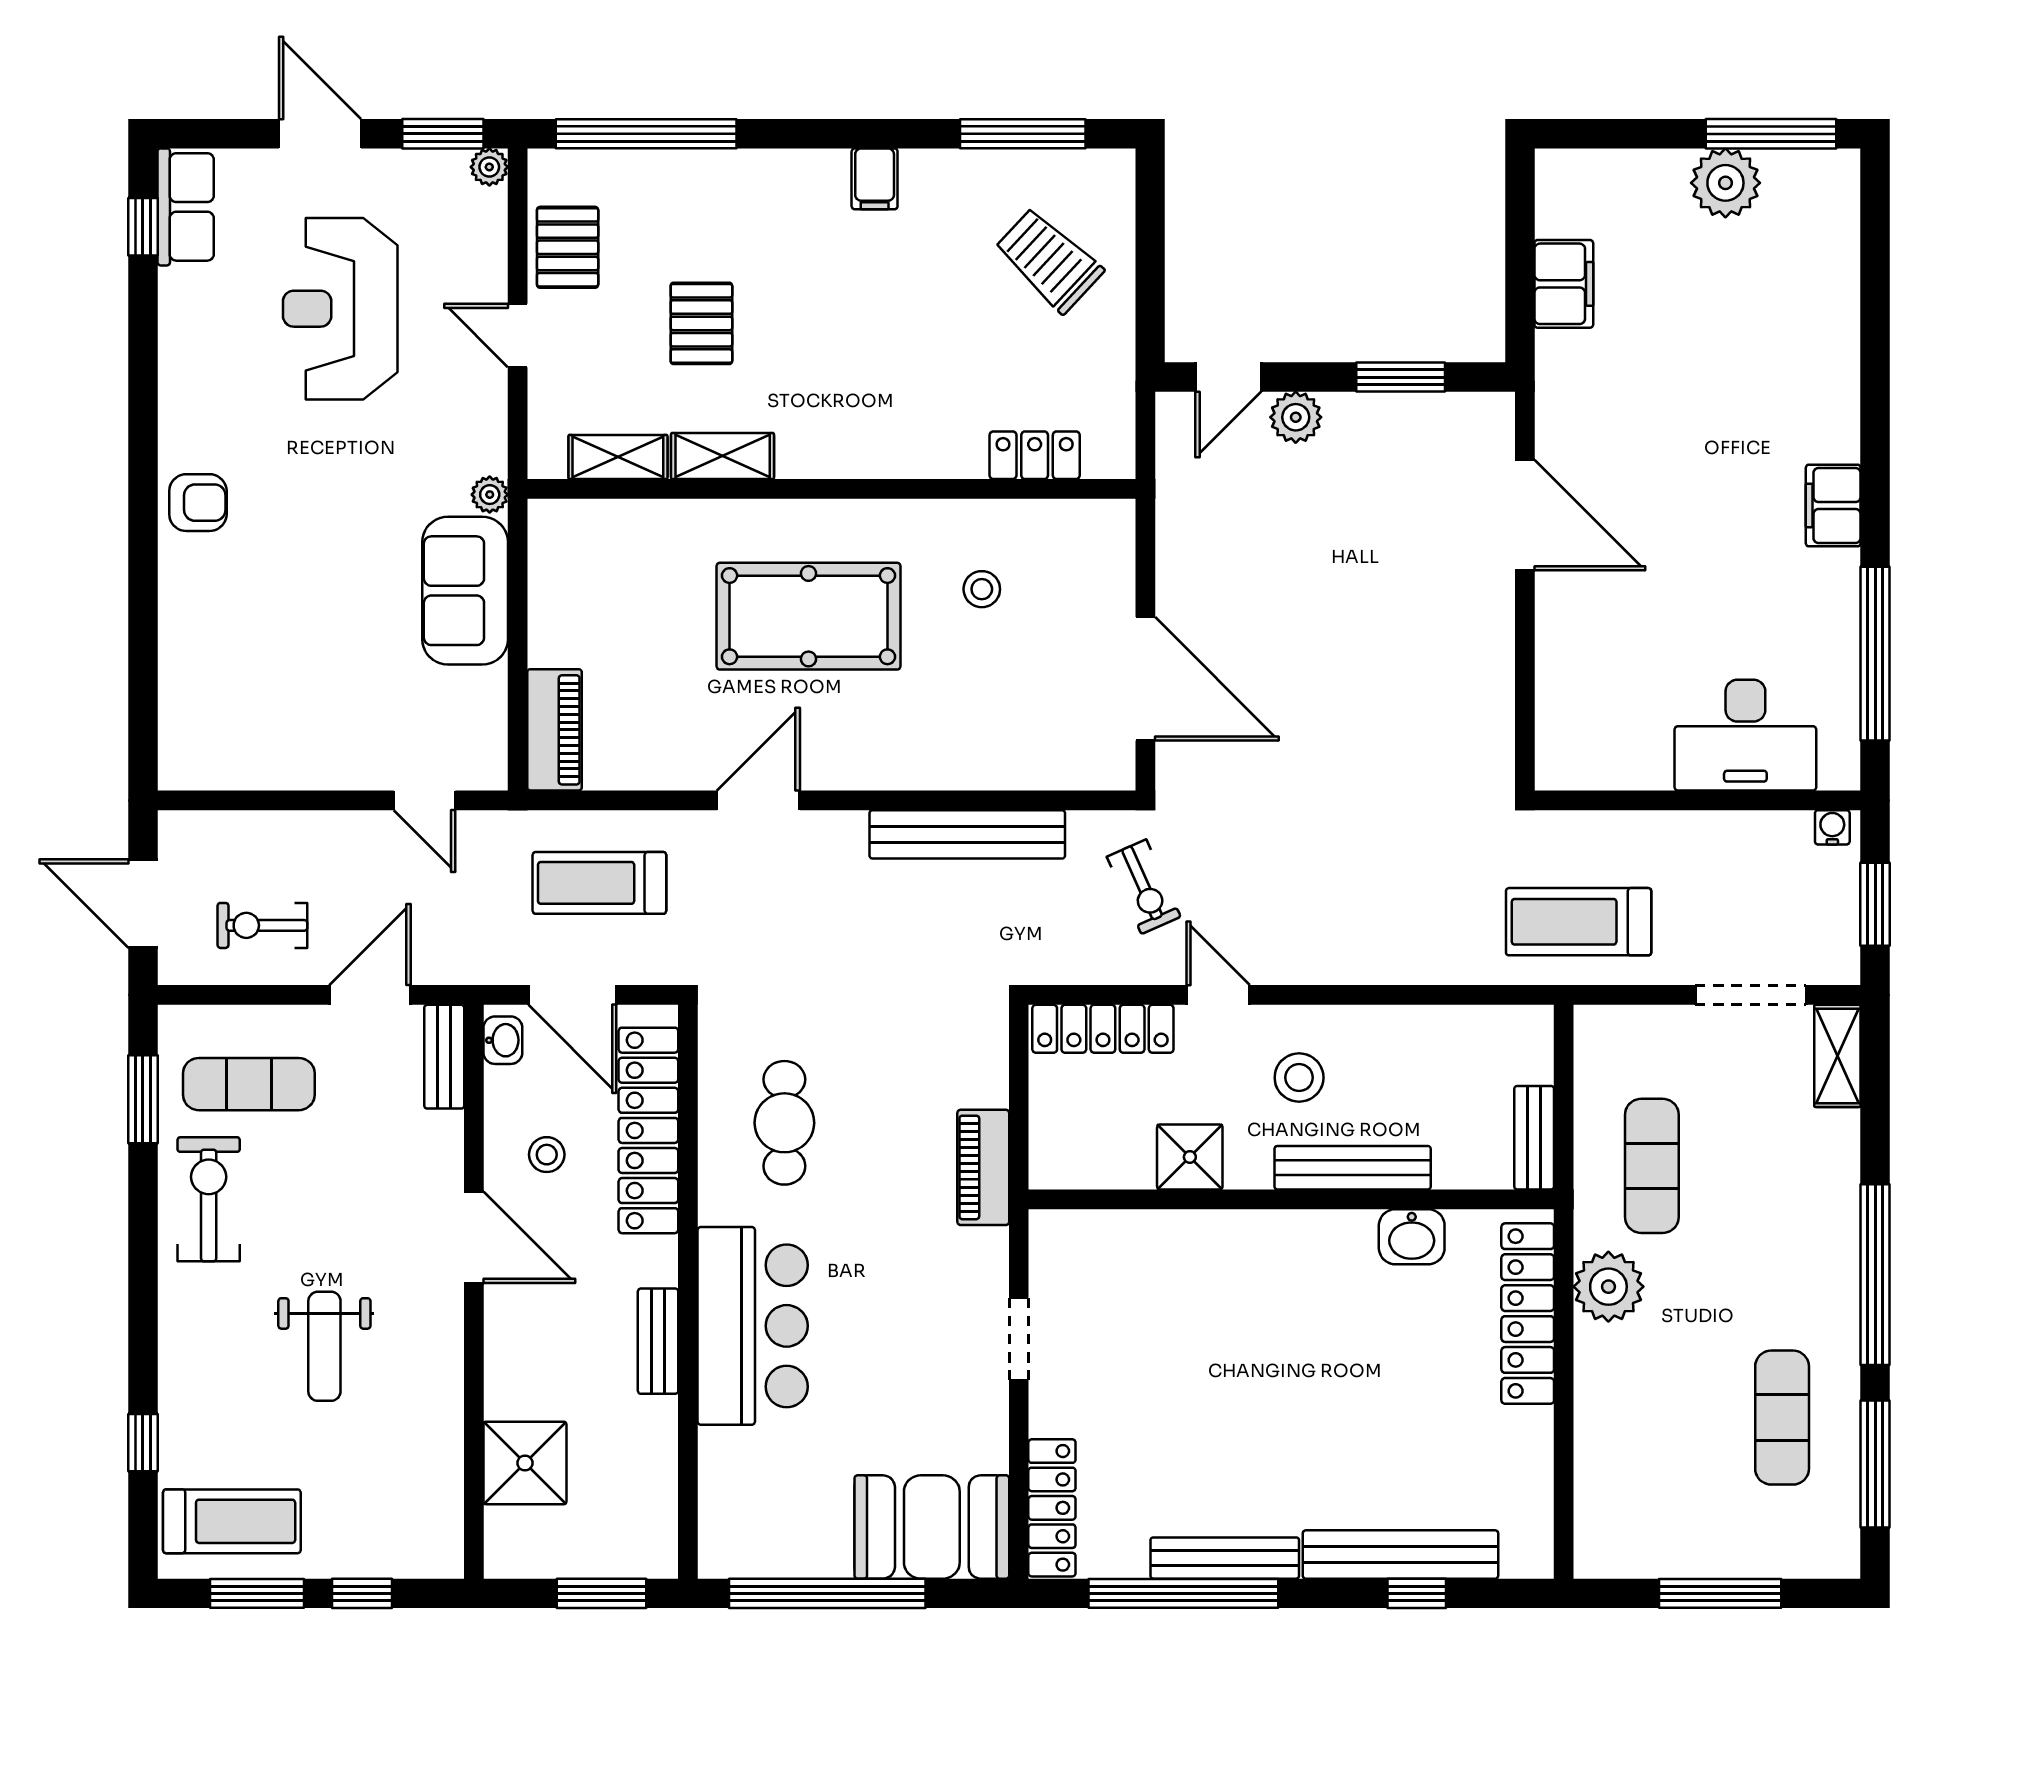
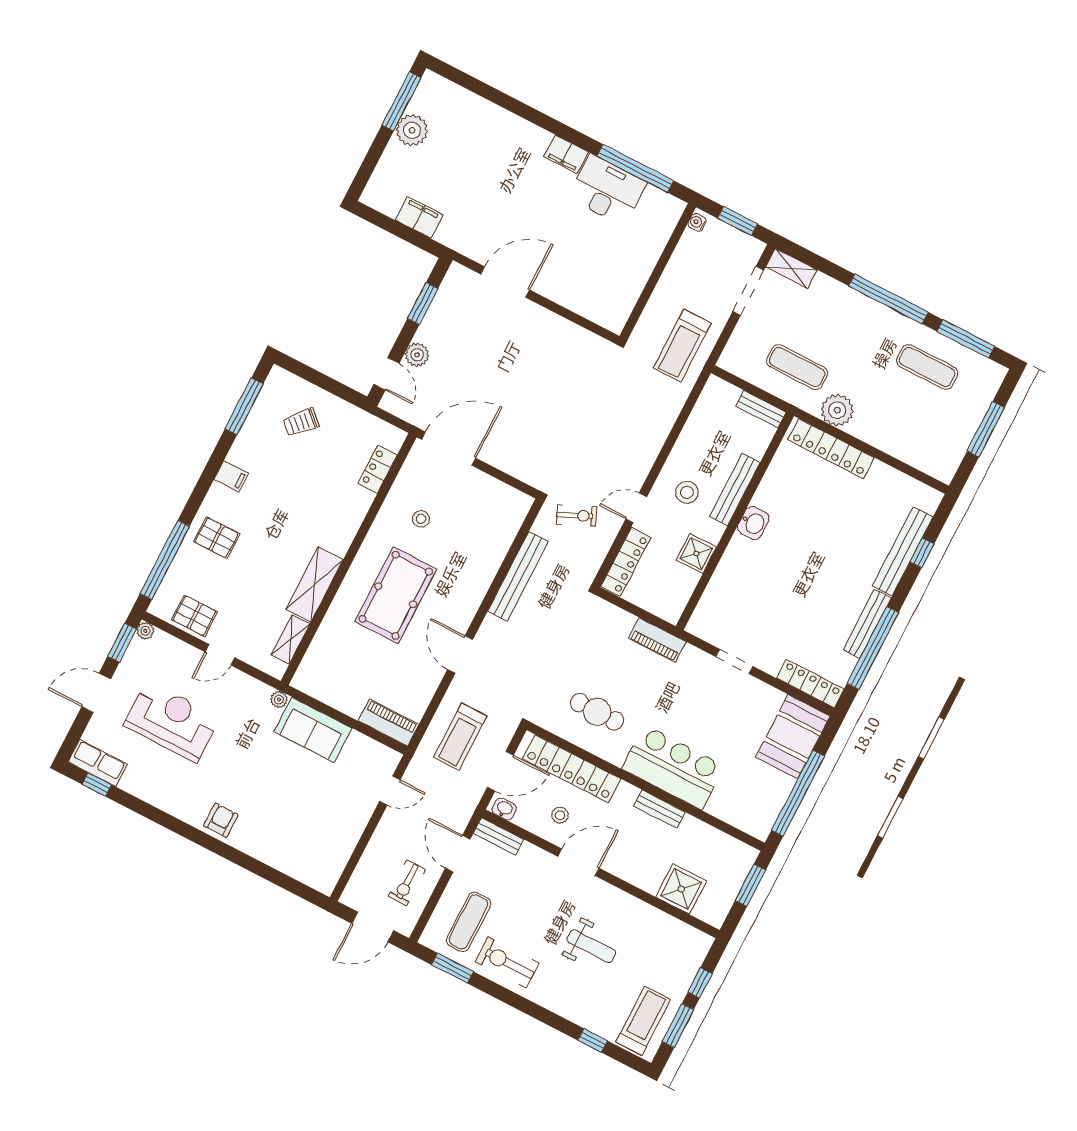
trolley: (1049, 260) -> (301, 422), width x0.73, depth x0.72
reception desk: (340, 309) -> (172, 721), turned 180
pallet: (701, 323) -> (217, 538), moved
shelving: (723, 456) -> (315, 585), width x1.50, depth x1.33
door: (1145, 679) -> (449, 449), moved
desk: (1745, 735) -> (607, 190), moved, turned -90
washbasin: (1412, 1237) -> (753, 523), moved

